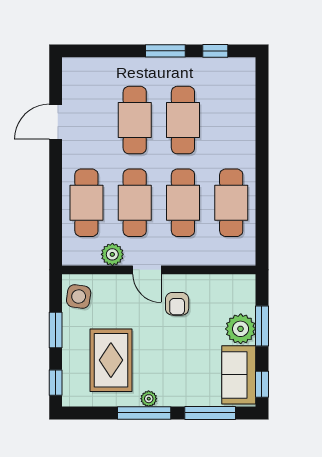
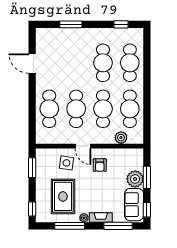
window: (165, 51) -> (71, 24), moved
cafe table: (135, 120) -> (130, 63), moved
door: (56, 122) -> (32, 64), hinge flipped
plant: (112, 254) -> (121, 138), moved
side table: (79, 296) -> (66, 163), moved
window: (56, 330) -> (32, 168), moved
fireplace: (179, 398) -> (101, 217), added
window: (144, 413) -> (70, 226), moved

